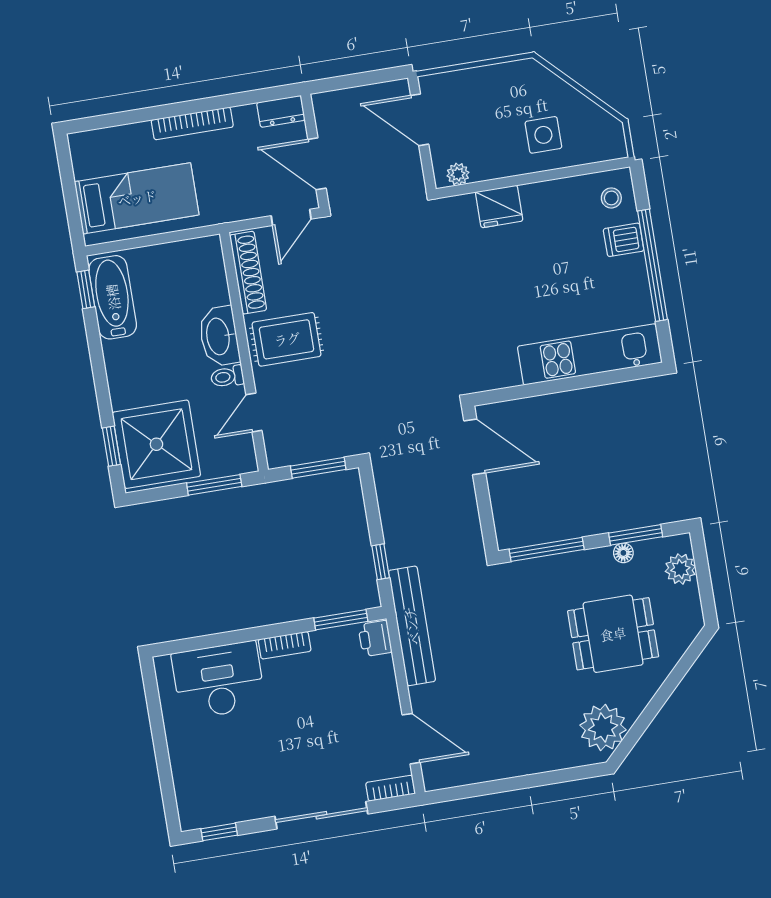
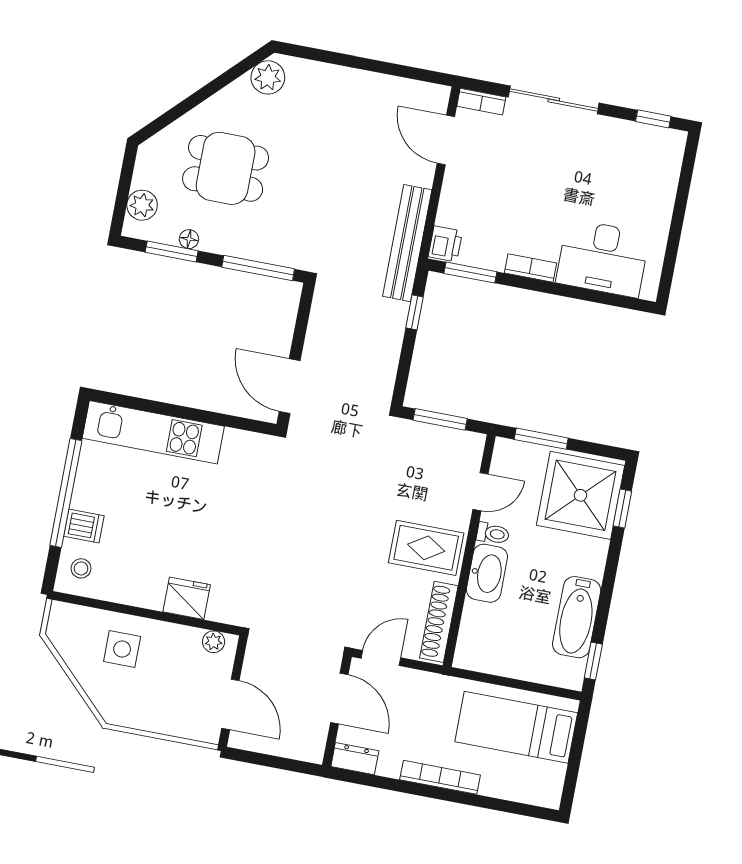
bathtub: (113, 297) -> (577, 617), moved
plant: (603, 727) -> (268, 77), width x0.73, depth x0.73

